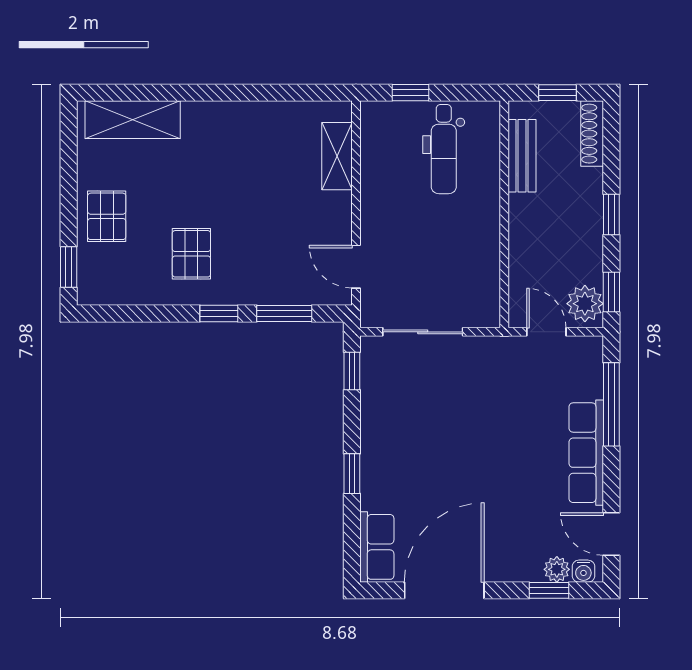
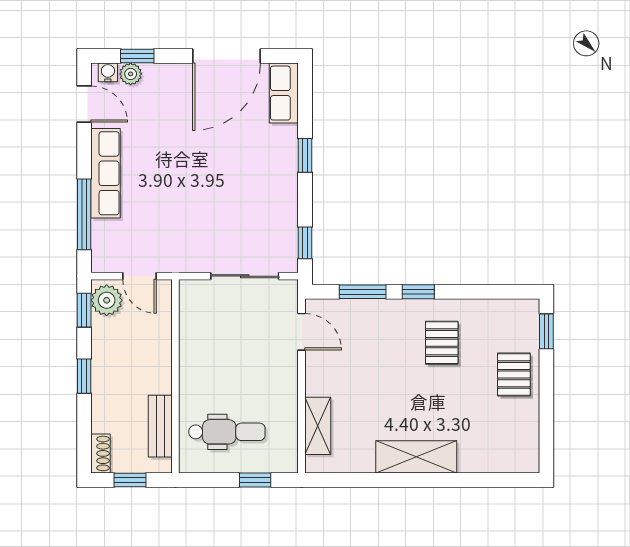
shelving: (133, 120) -> (416, 457), moved
shoe rack: (592, 134) -> (101, 453), width x0.70
dental chair: (444, 149) -> (227, 432), turned 90

